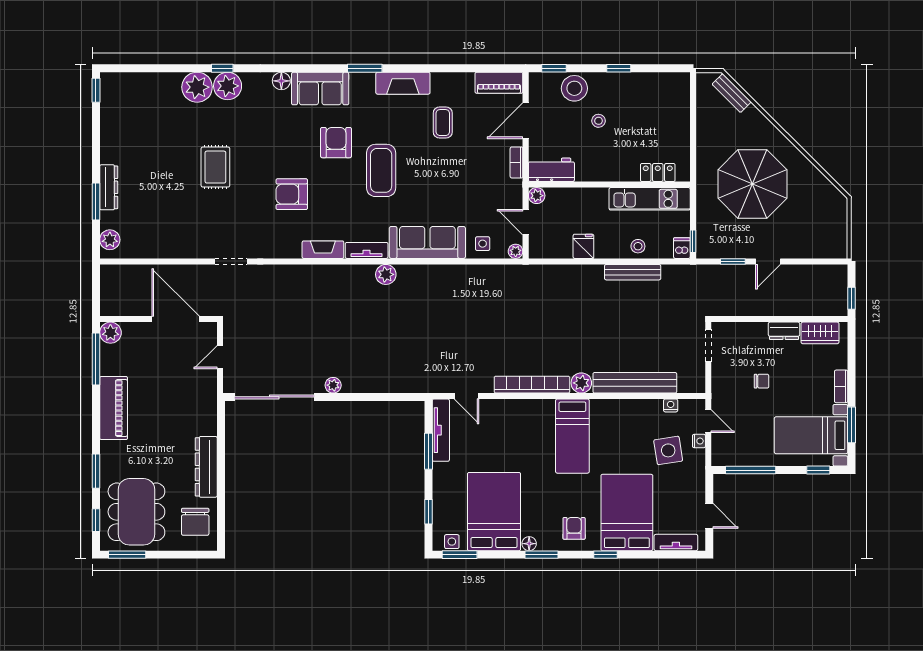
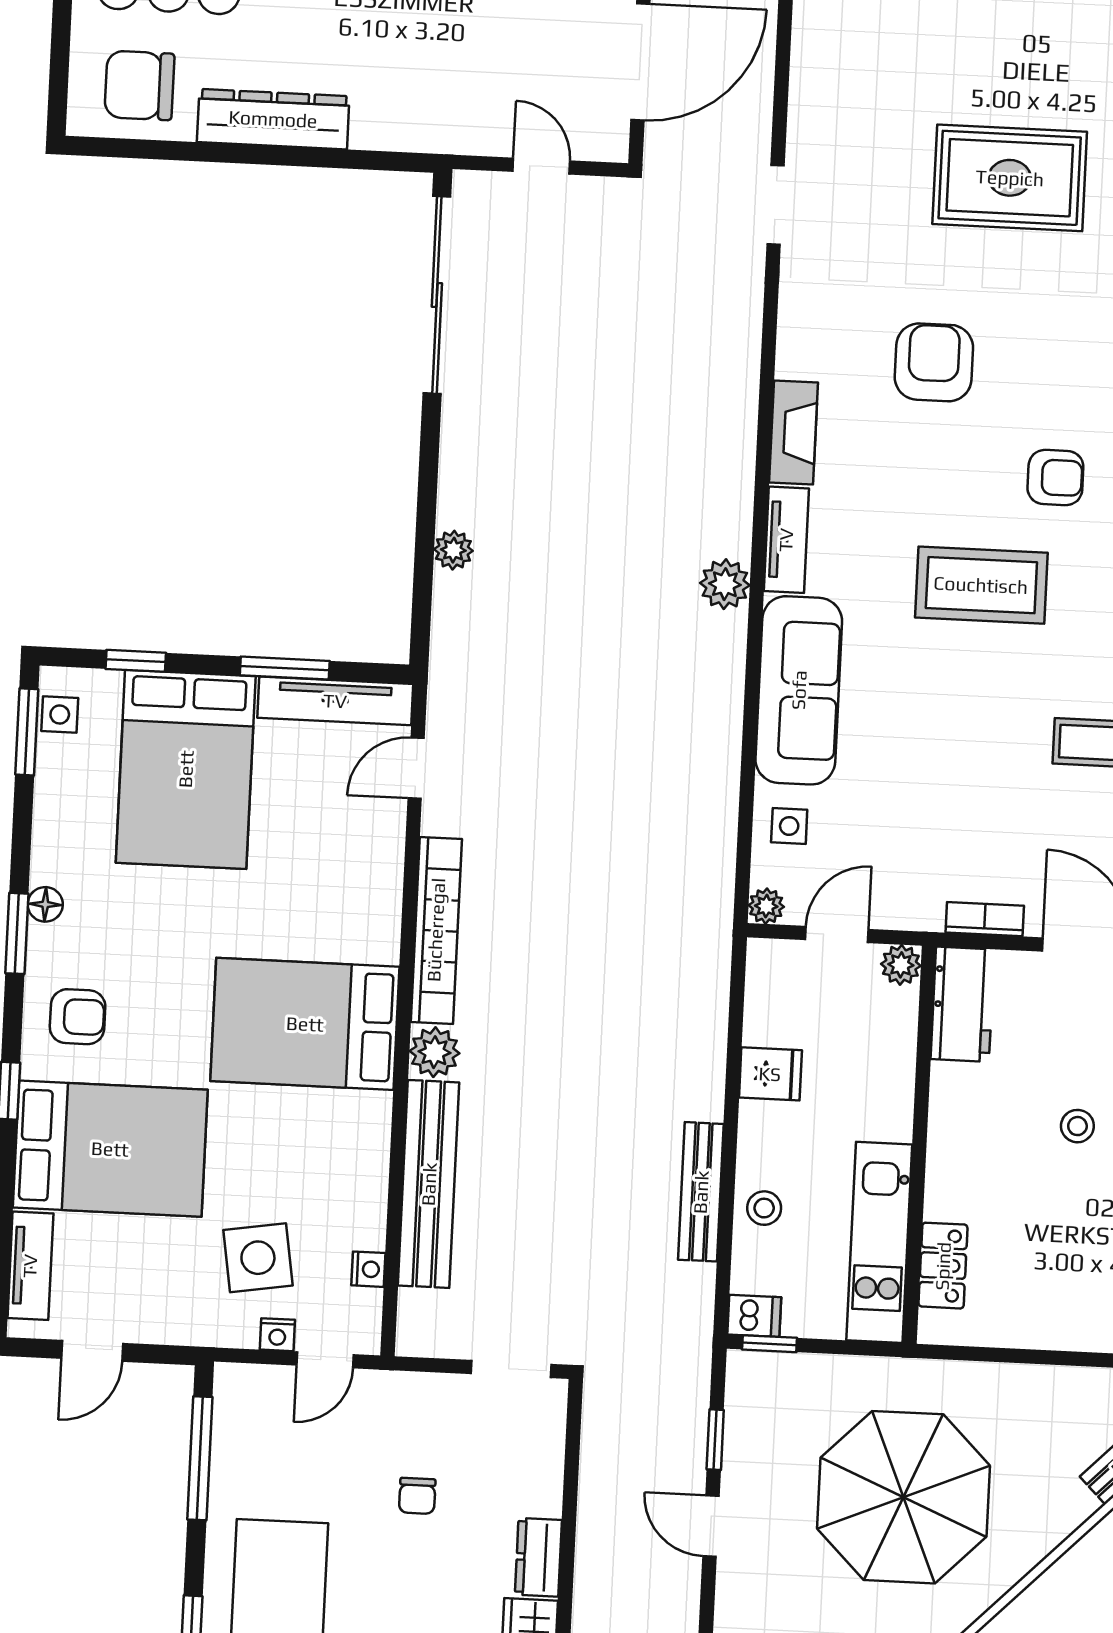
armchair: (336, 143) -> (1055, 478), width x0.72, depth x0.72
rug: (215, 167) -> (1010, 178), width x1.36, depth x1.43
plant: (333, 385) -> (453, 550), moved
bed: (572, 436) -> (305, 1024), width x1.50
bed: (494, 512) -> (186, 769), moved, turned 90

